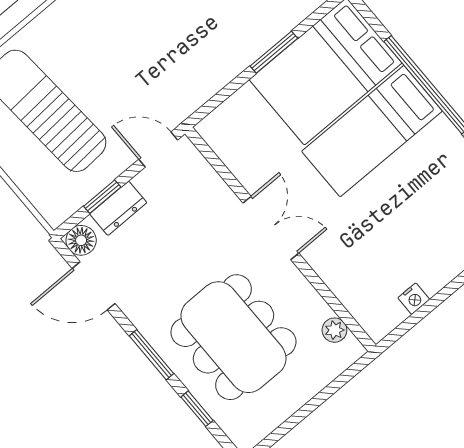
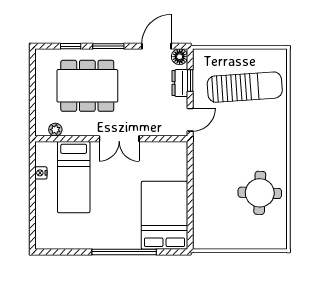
window: (274, 52) -> (190, 201), removed
bed: (372, 131) -> (74, 177), moved, turned 180

